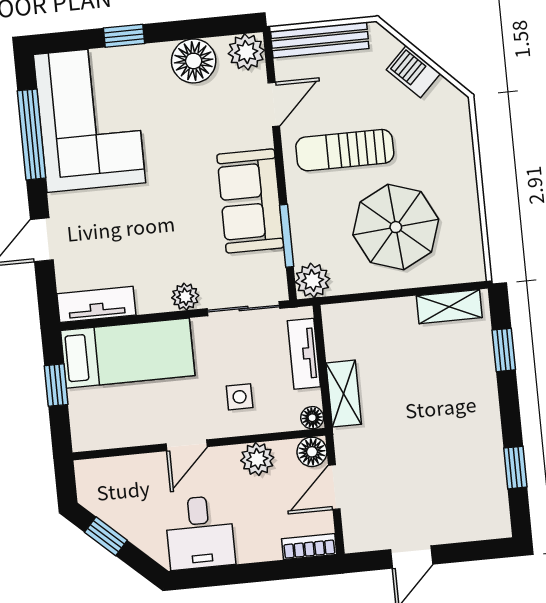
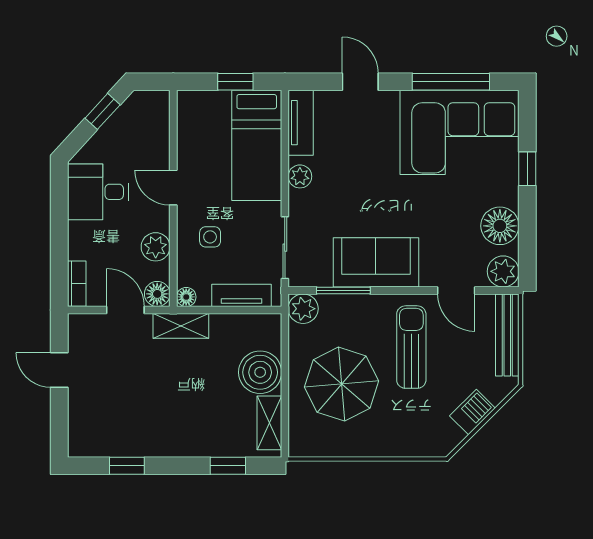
plant: (185, 297) -> (300, 176), moved
boiler: (391, 323) -> (260, 372), added
shelving: (344, 394) -> (181, 326), moved

